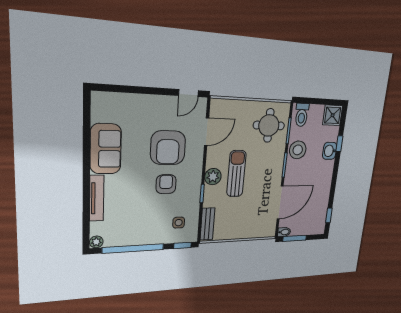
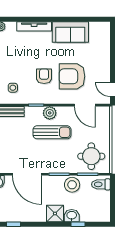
shower: (333, 115) -> (55, 213), moved
armchair: (166, 184) -> (44, 76), turned -90

